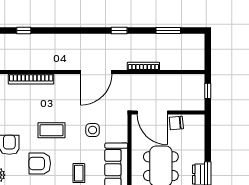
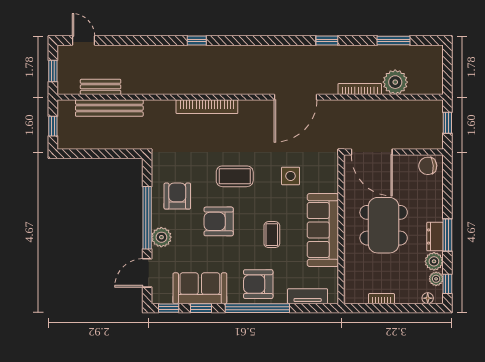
plant: (169, 61) -> (395, 82), added
chair: (176, 123) -> (428, 166), moved

